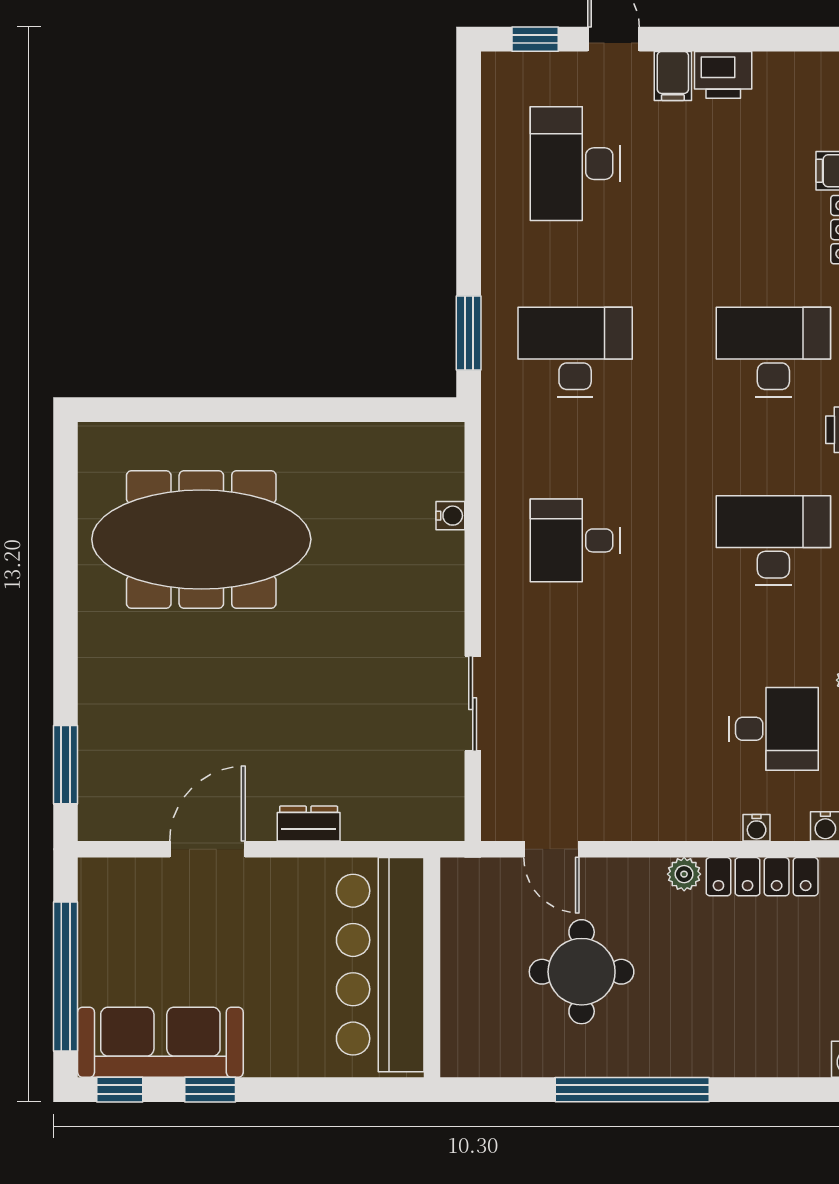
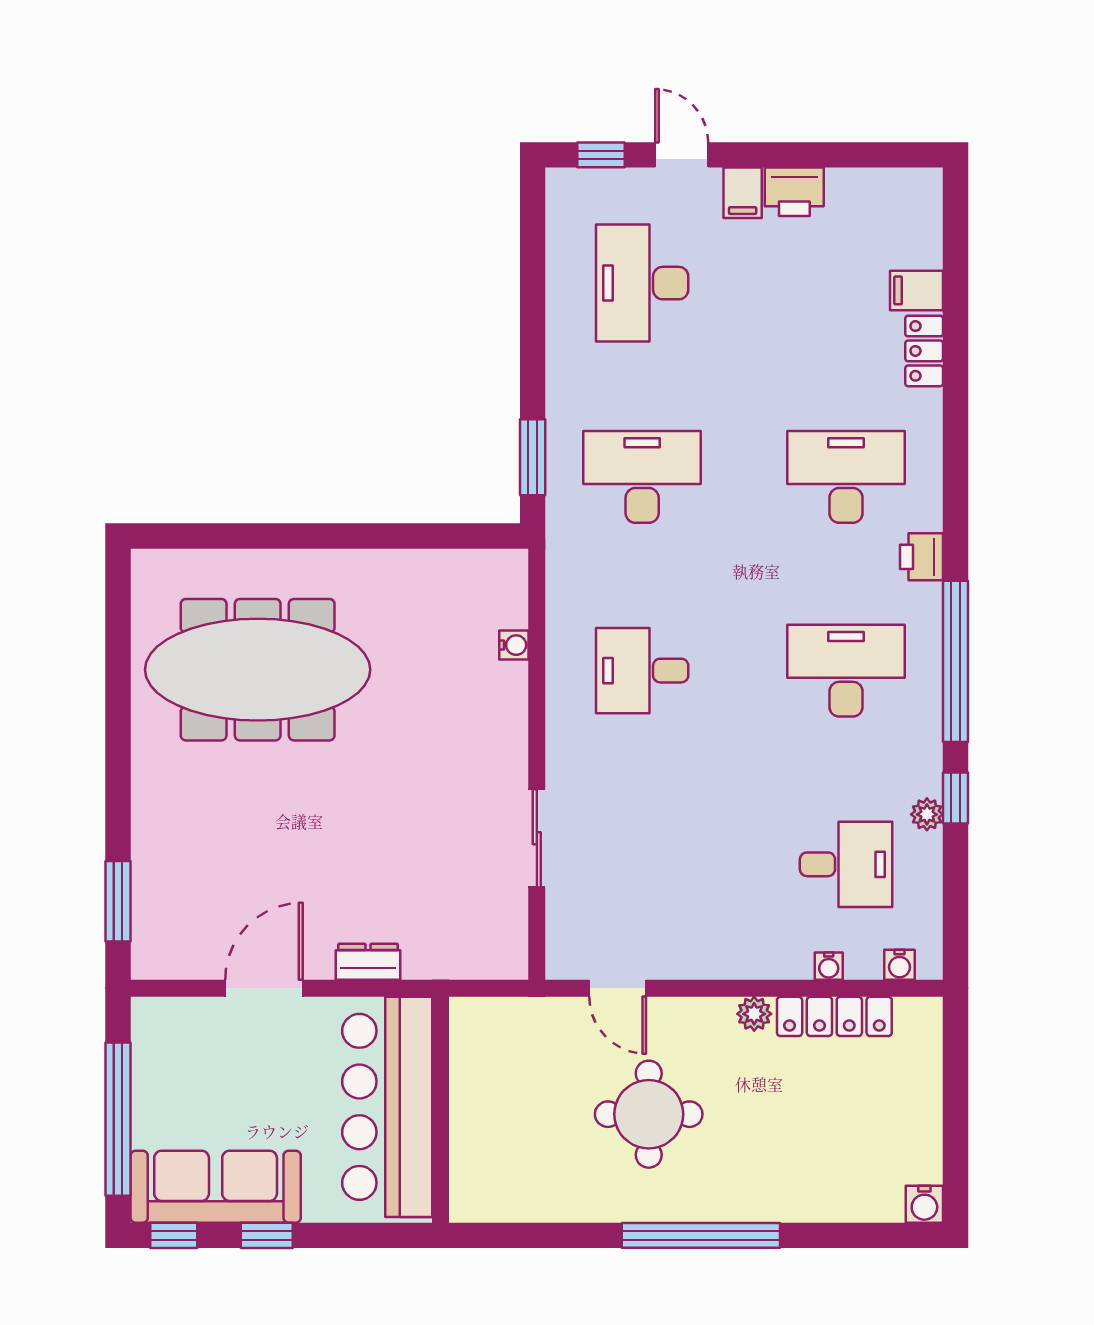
bar counter: (380, 965) -> (387, 1107), moved
wall: (432, 967) -> (440, 1110), moved

